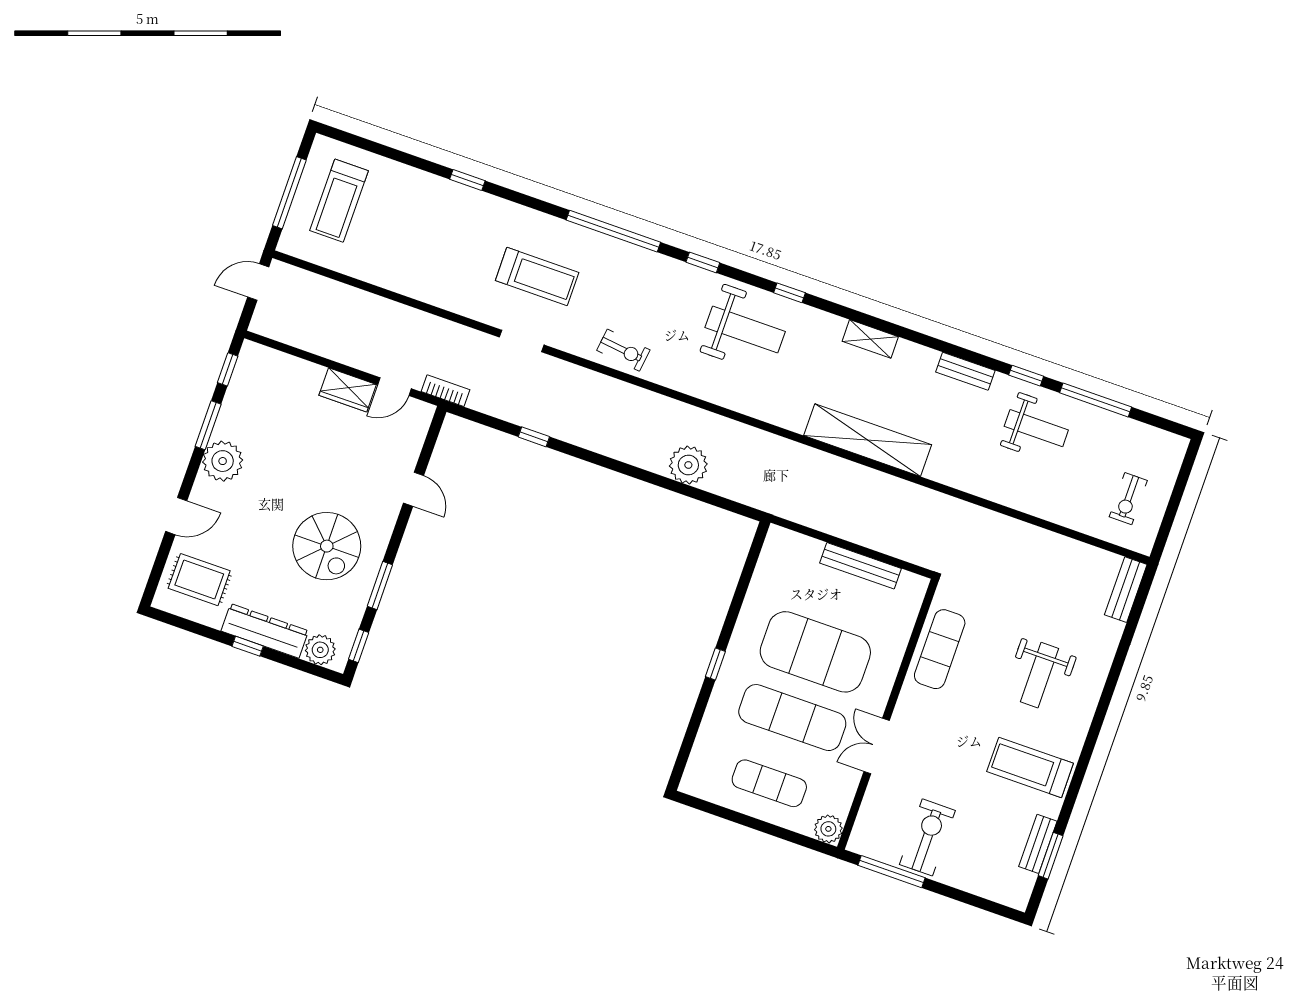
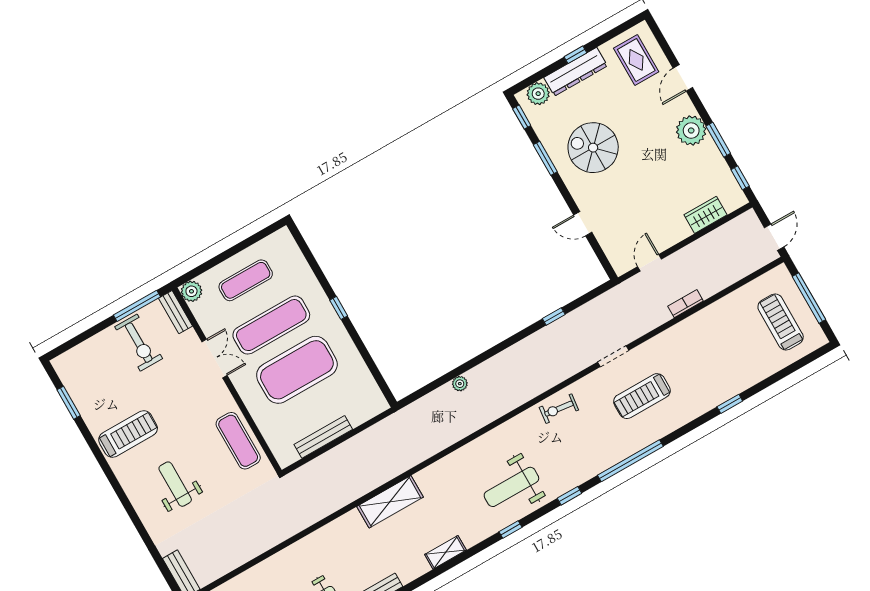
wardrobe: (348, 390) -> (706, 215), moved
bookcase: (445, 391) -> (686, 304), moved, turned 180
shelving: (868, 440) -> (390, 502), width x0.68
plant: (688, 465) -> (460, 384), width x0.53, depth x0.53
rug: (199, 580) -> (636, 60), turned 90
bench: (1038, 844) -> (175, 312), moved

